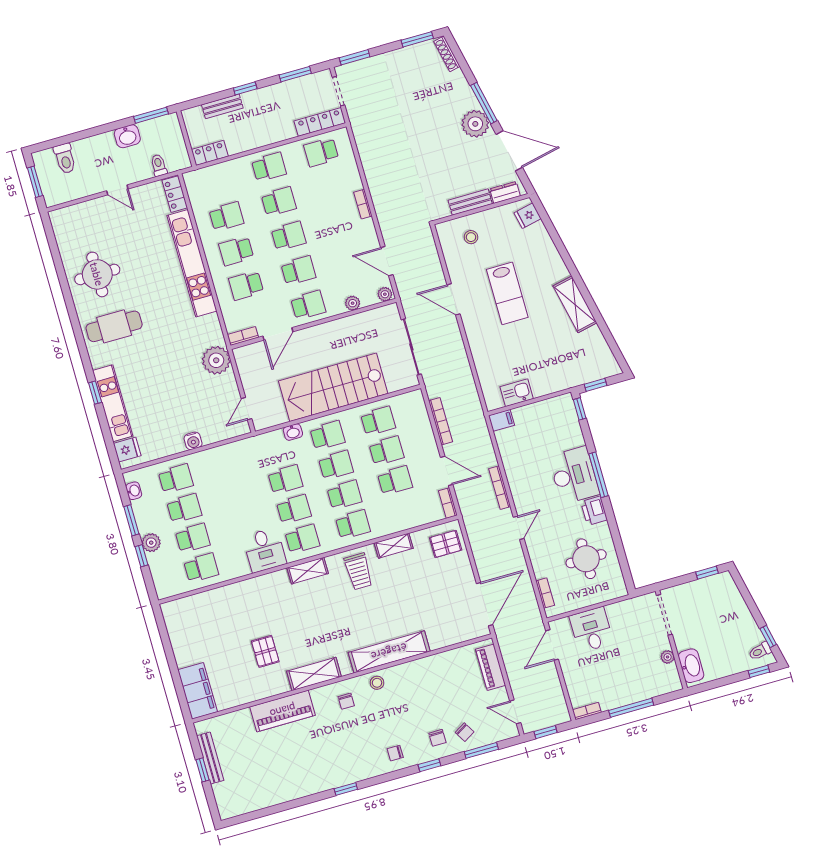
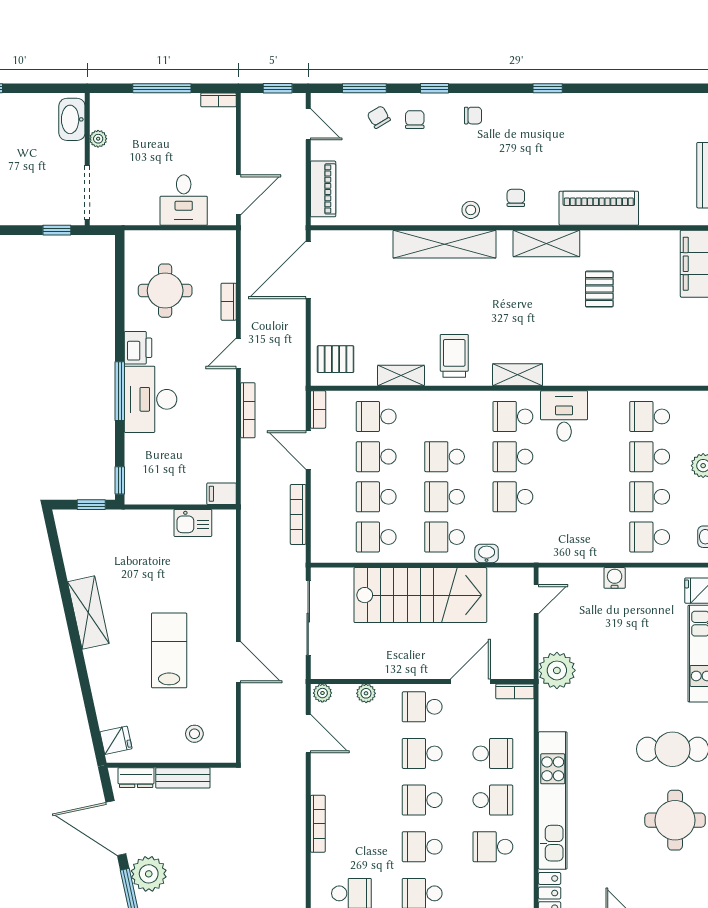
bookcase: (363, 204) -> (318, 824), width x1.56
school desk: (353, 524) -> (376, 416), moved
window: (707, 573) -> (57, 230), moved
bookcase: (545, 593) -> (229, 302), moved

